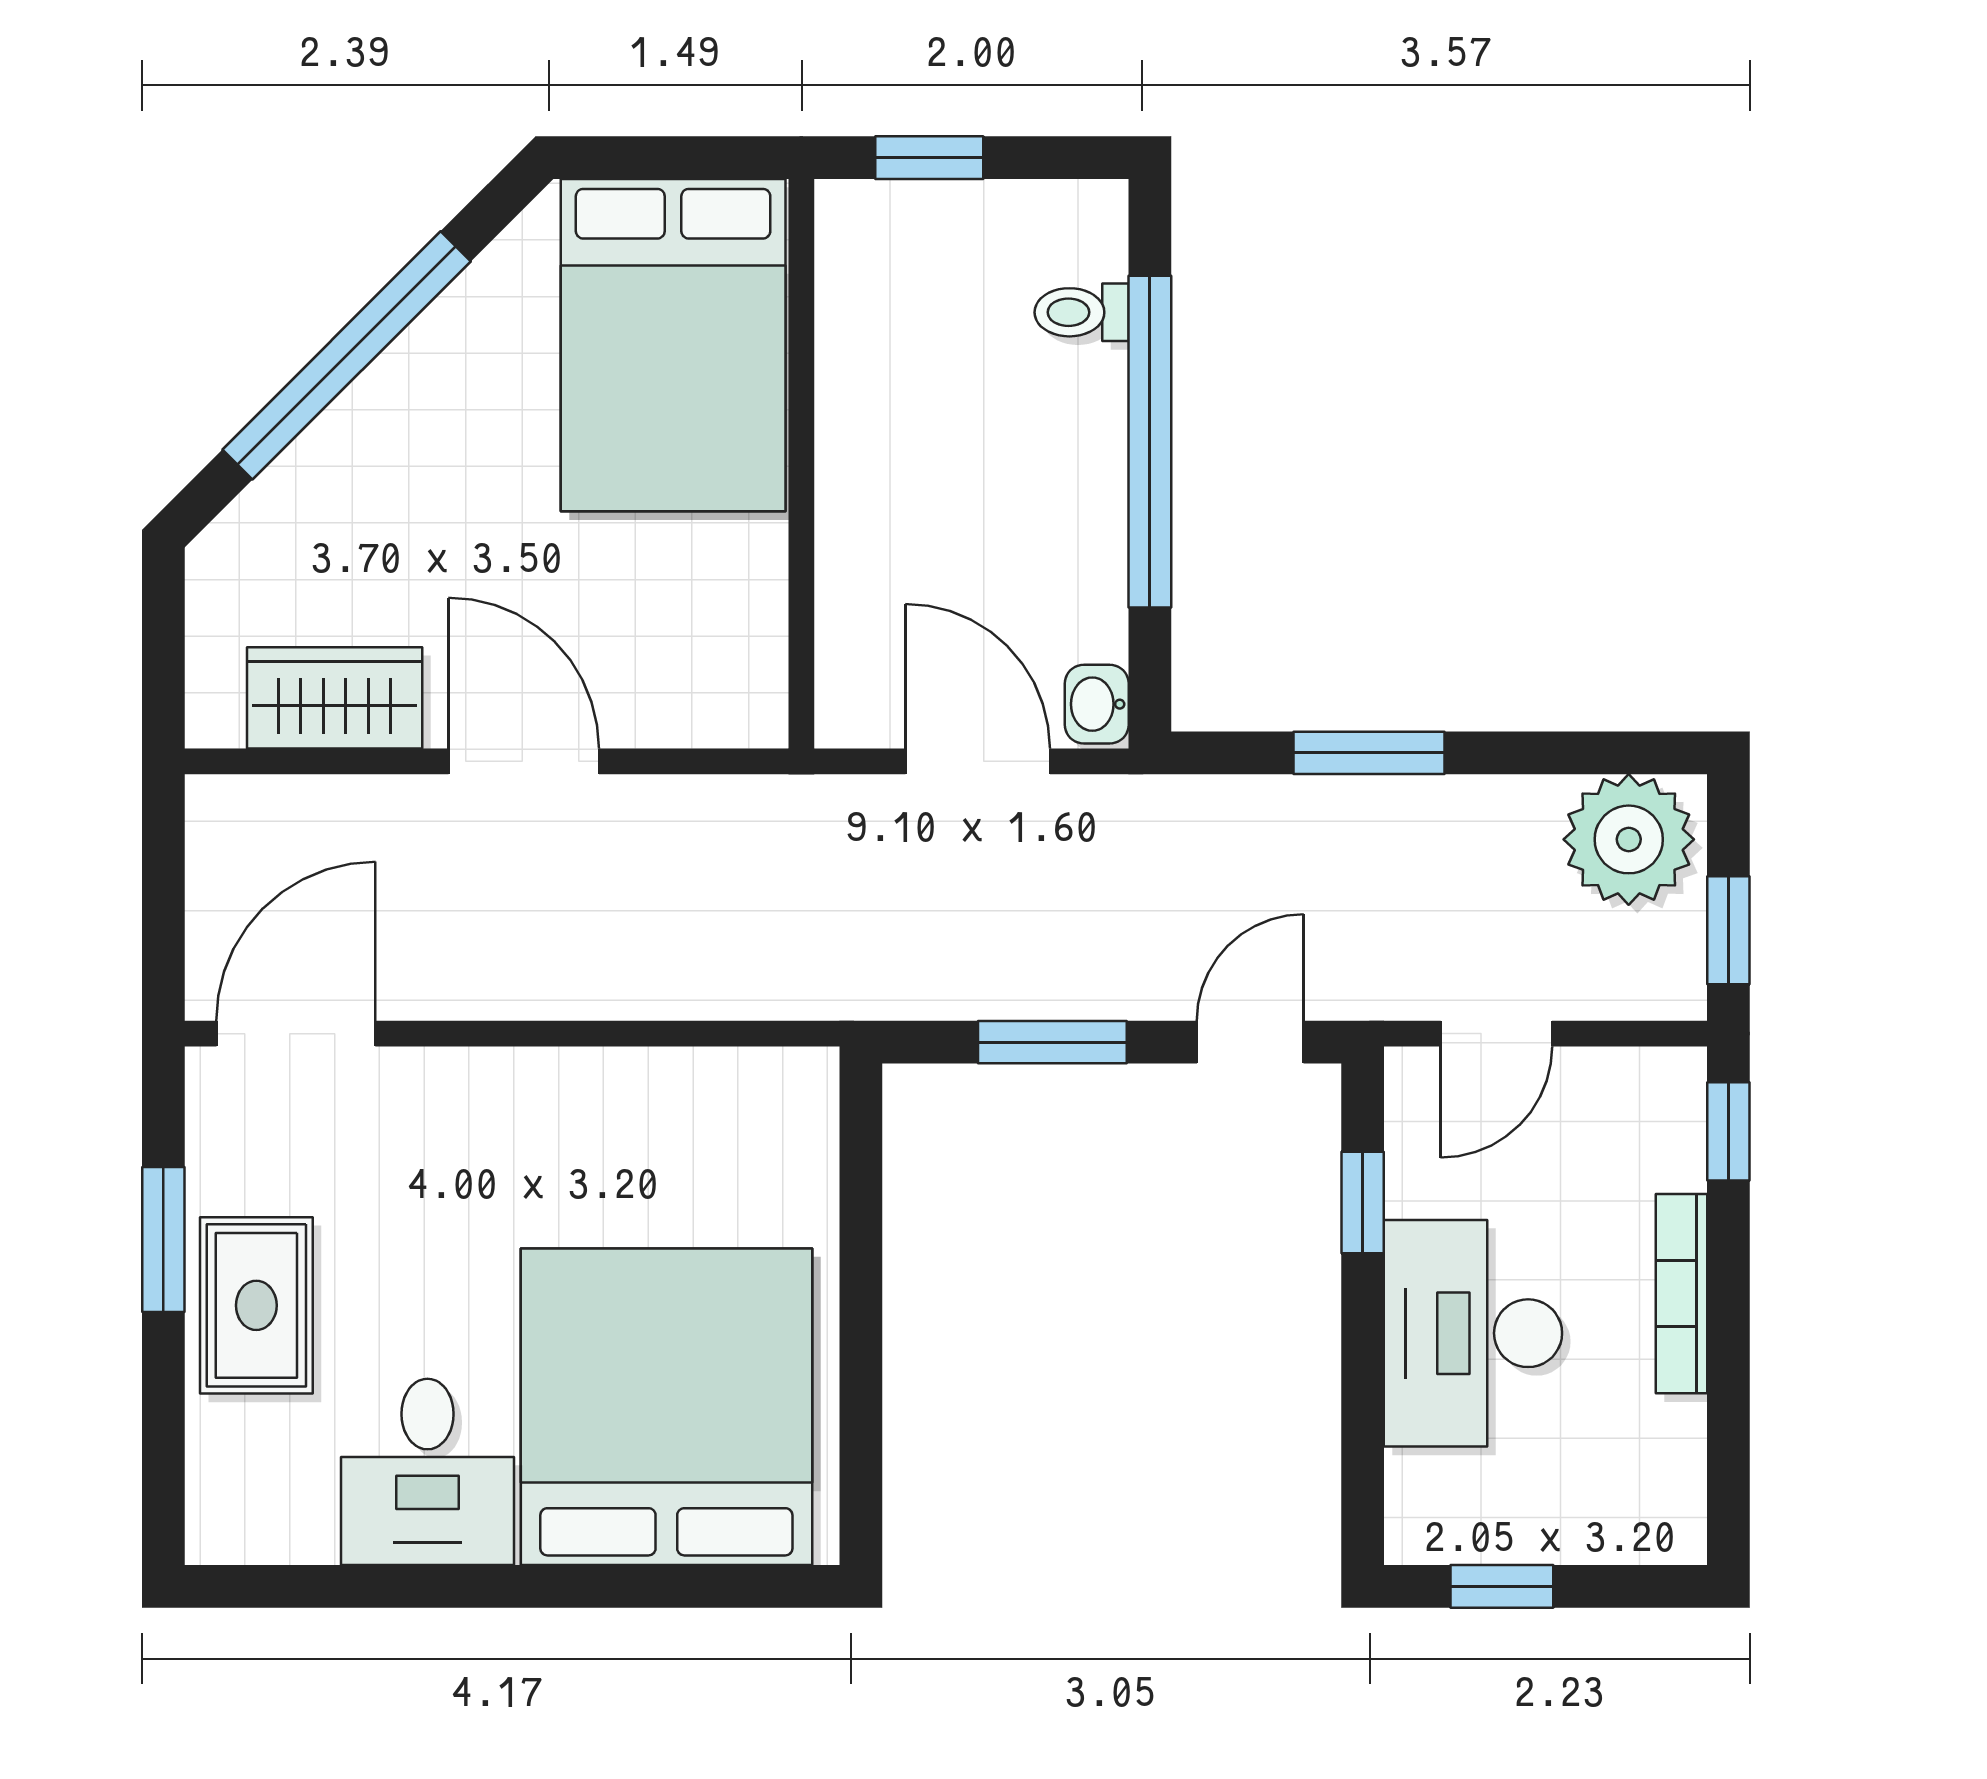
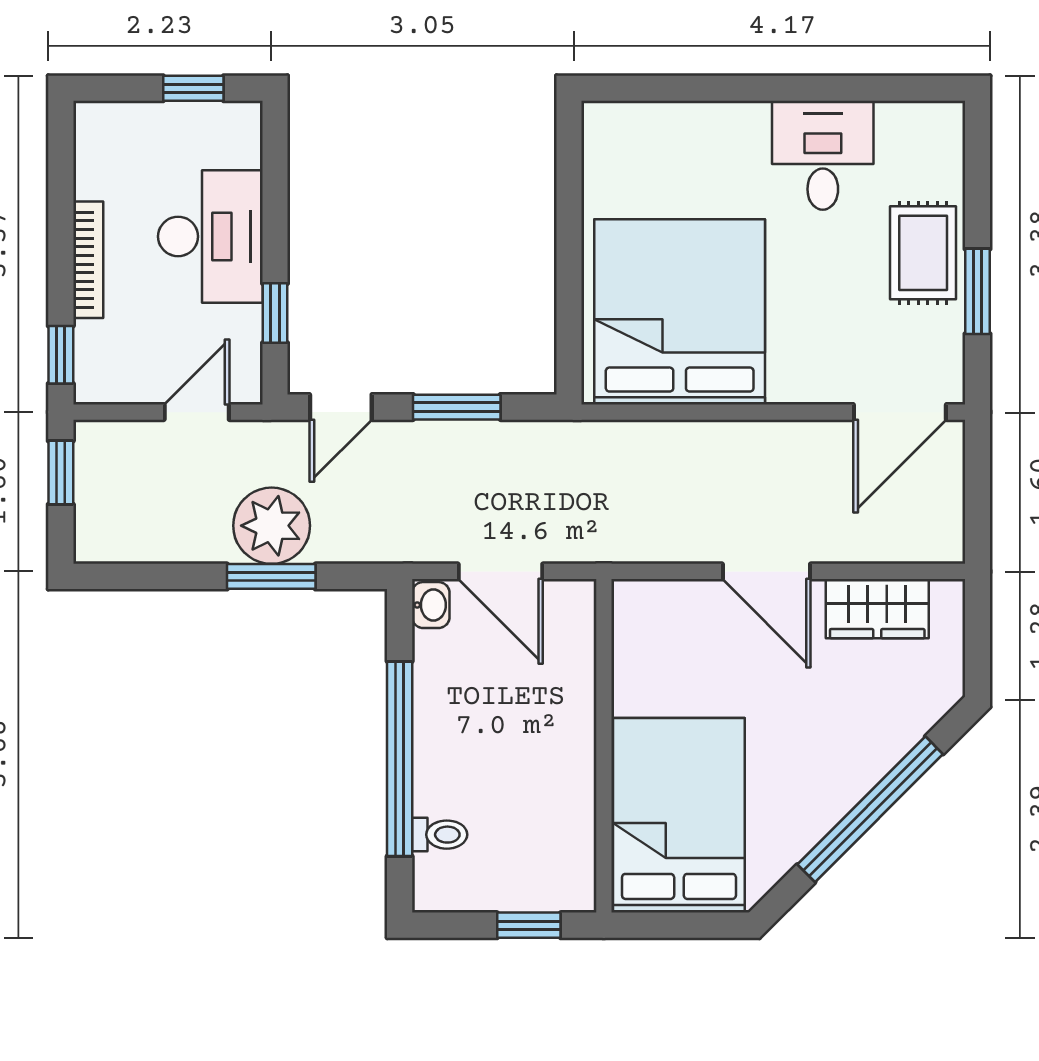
plant: (1629, 839) -> (272, 526), moved
bed: (666, 1407) -> (680, 312), moved, turned 180

